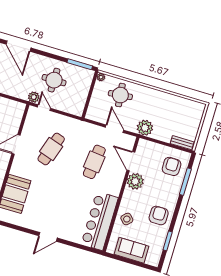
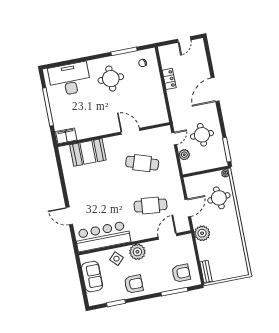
plant: (34, 97) -> (184, 155), moved
plant: (135, 181) -> (137, 252), moved
door: (48, 237) -> (69, 216), moved

